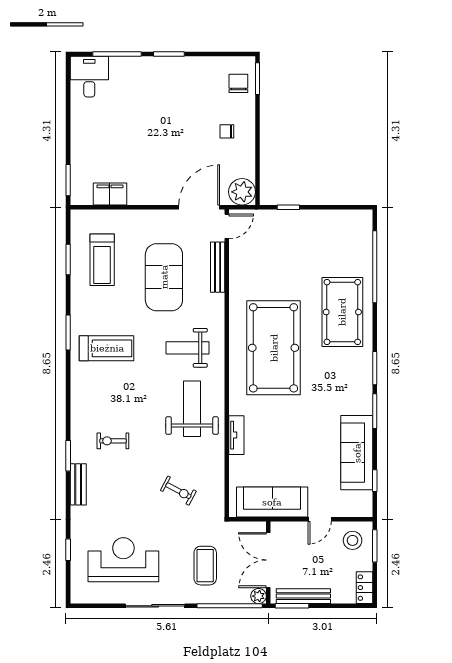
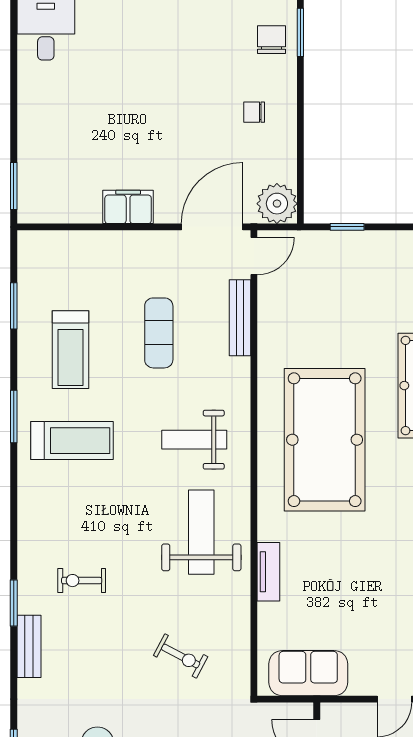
filing cabinet: (110, 194) -> (128, 207), moved
treadmill: (102, 260) -> (71, 350), moved
exercise mat: (164, 277) -> (159, 333), width x0.50, depth x0.69
sofa: (272, 502) -> (308, 673), width x0.73

